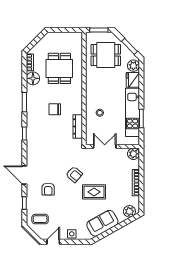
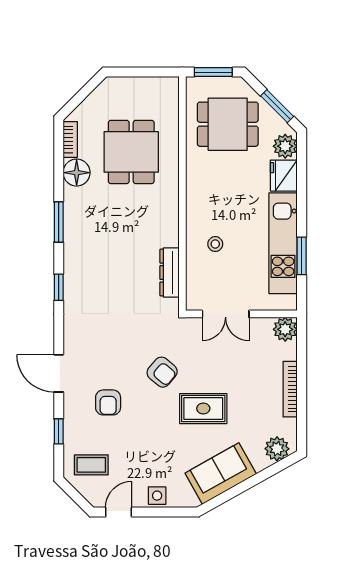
chair: (55, 109) -> (122, 237), removed
double door: (105, 146) -> (226, 314), swing flipped

